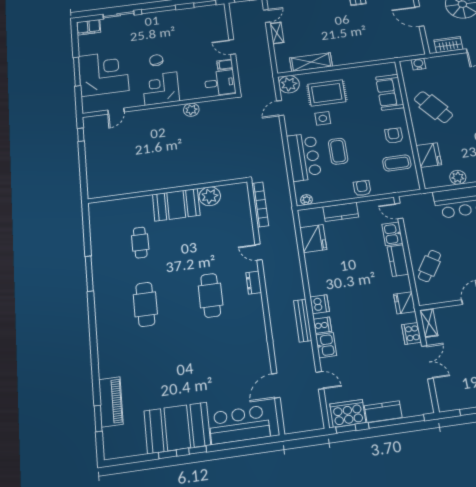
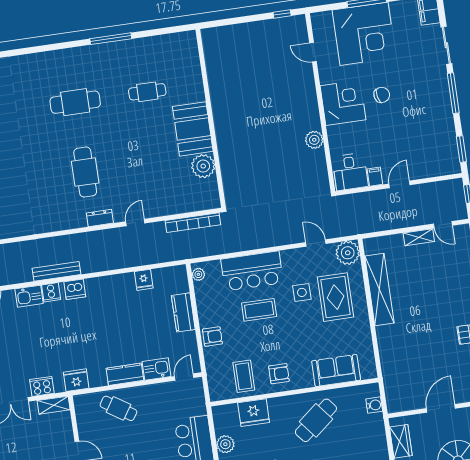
shelving: (311, 62) -> (379, 290), width x1.47
fridge: (313, 239) -> (144, 280), width x0.53, depth x0.75
cafe table: (211, 295) -> (85, 172), turned 90

